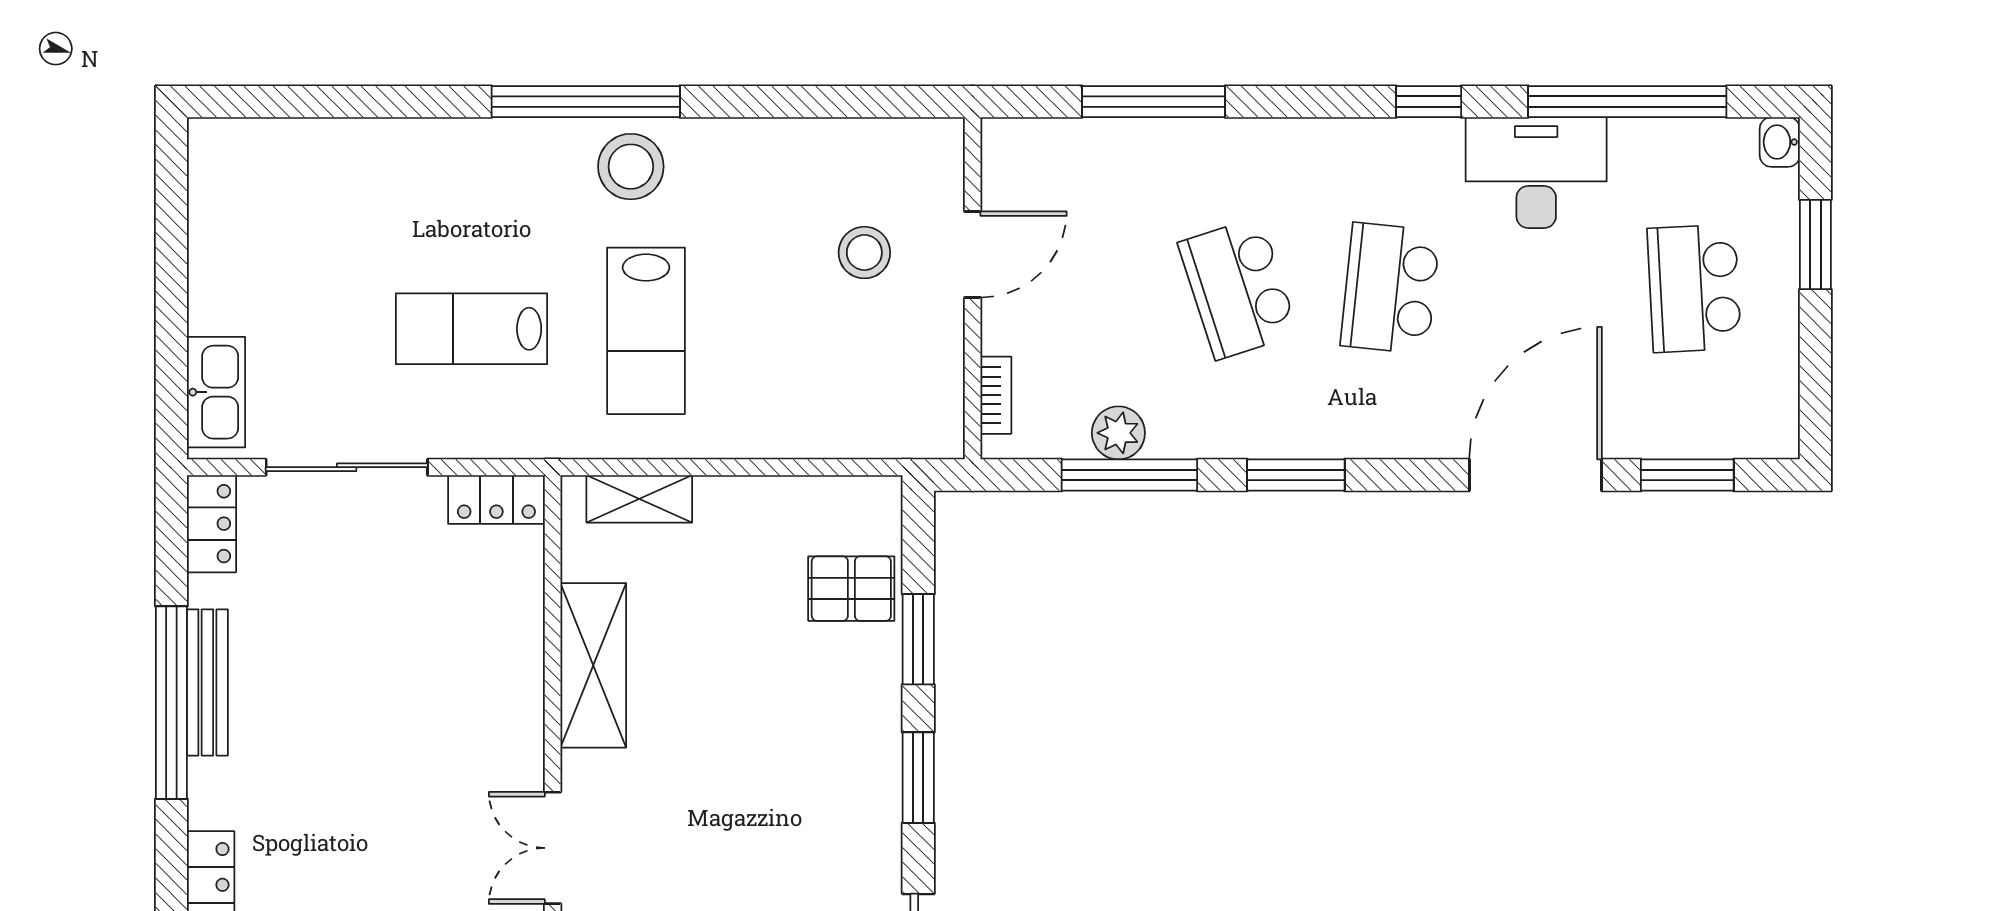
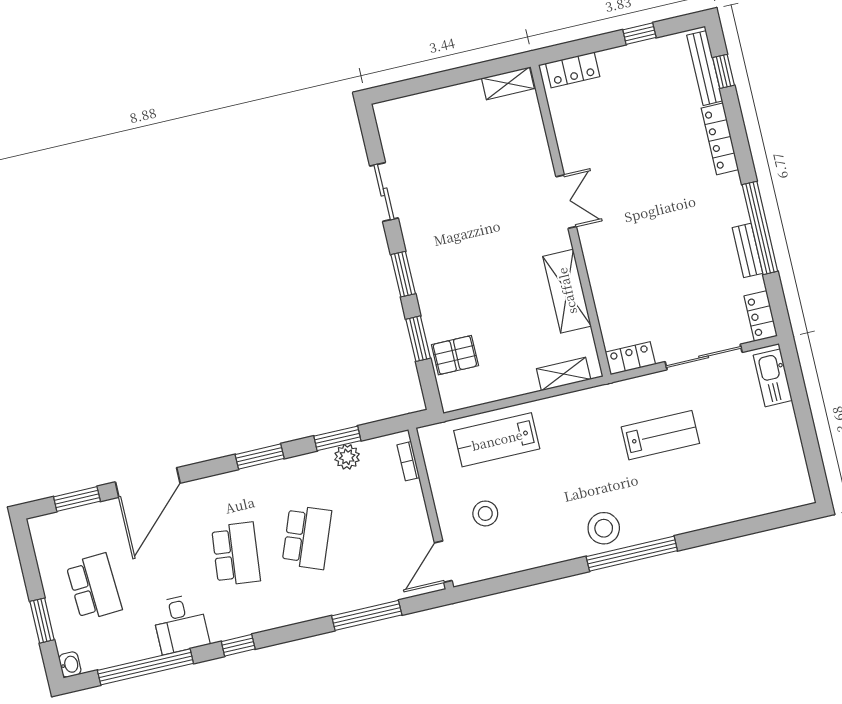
desk: (1536, 173) -> (180, 624), width x0.73
door: (973, 254) -> (443, 562), moved
school desk: (1238, 288) -> (307, 537), turned 39
lab bench: (646, 331) -> (497, 440), moved, turned -90
window: (1129, 475) -> (337, 438), width x0.69
bench: (207, 682) -> (747, 250), width x0.73

